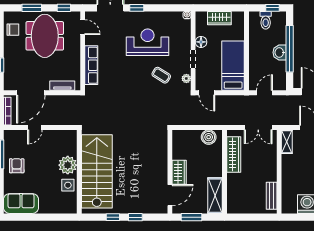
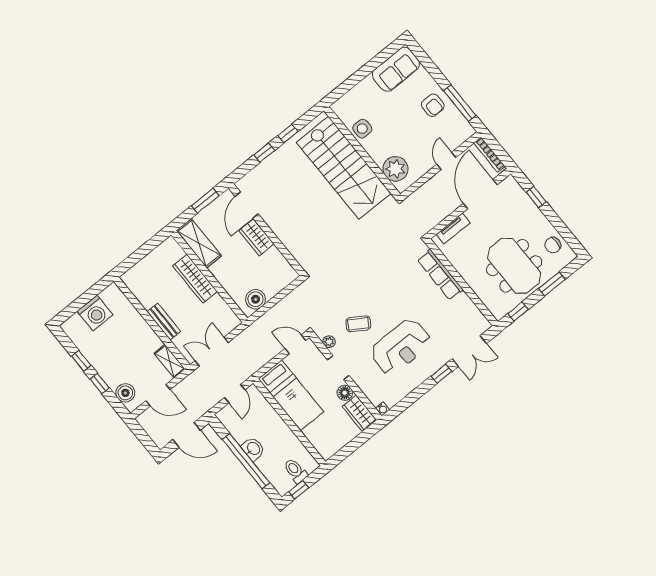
wardrobe: (219, 18) -> (359, 413), moved, turned -90
door: (83, 27) -> (482, 307), removed
wardrobe: (234, 154) -> (195, 279), moved
plant: (68, 165) -> (395, 169), moved
bench: (272, 196) -> (164, 322), moved

